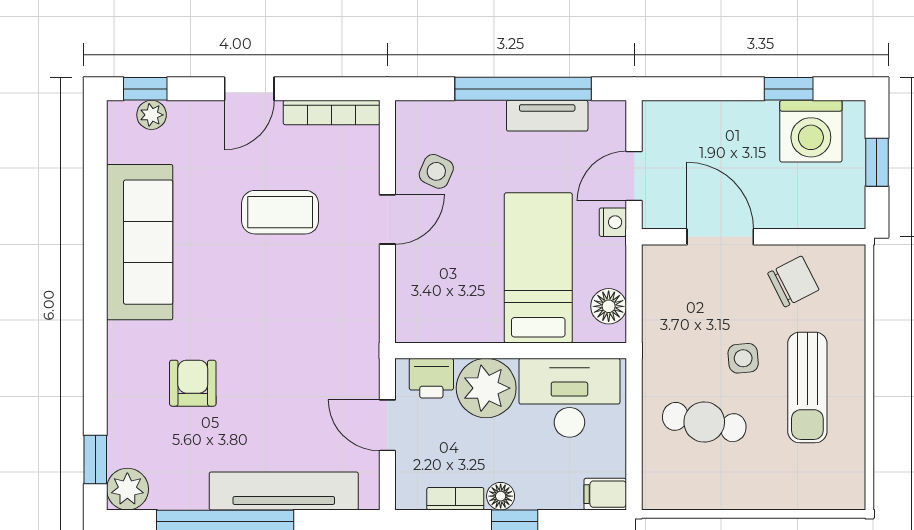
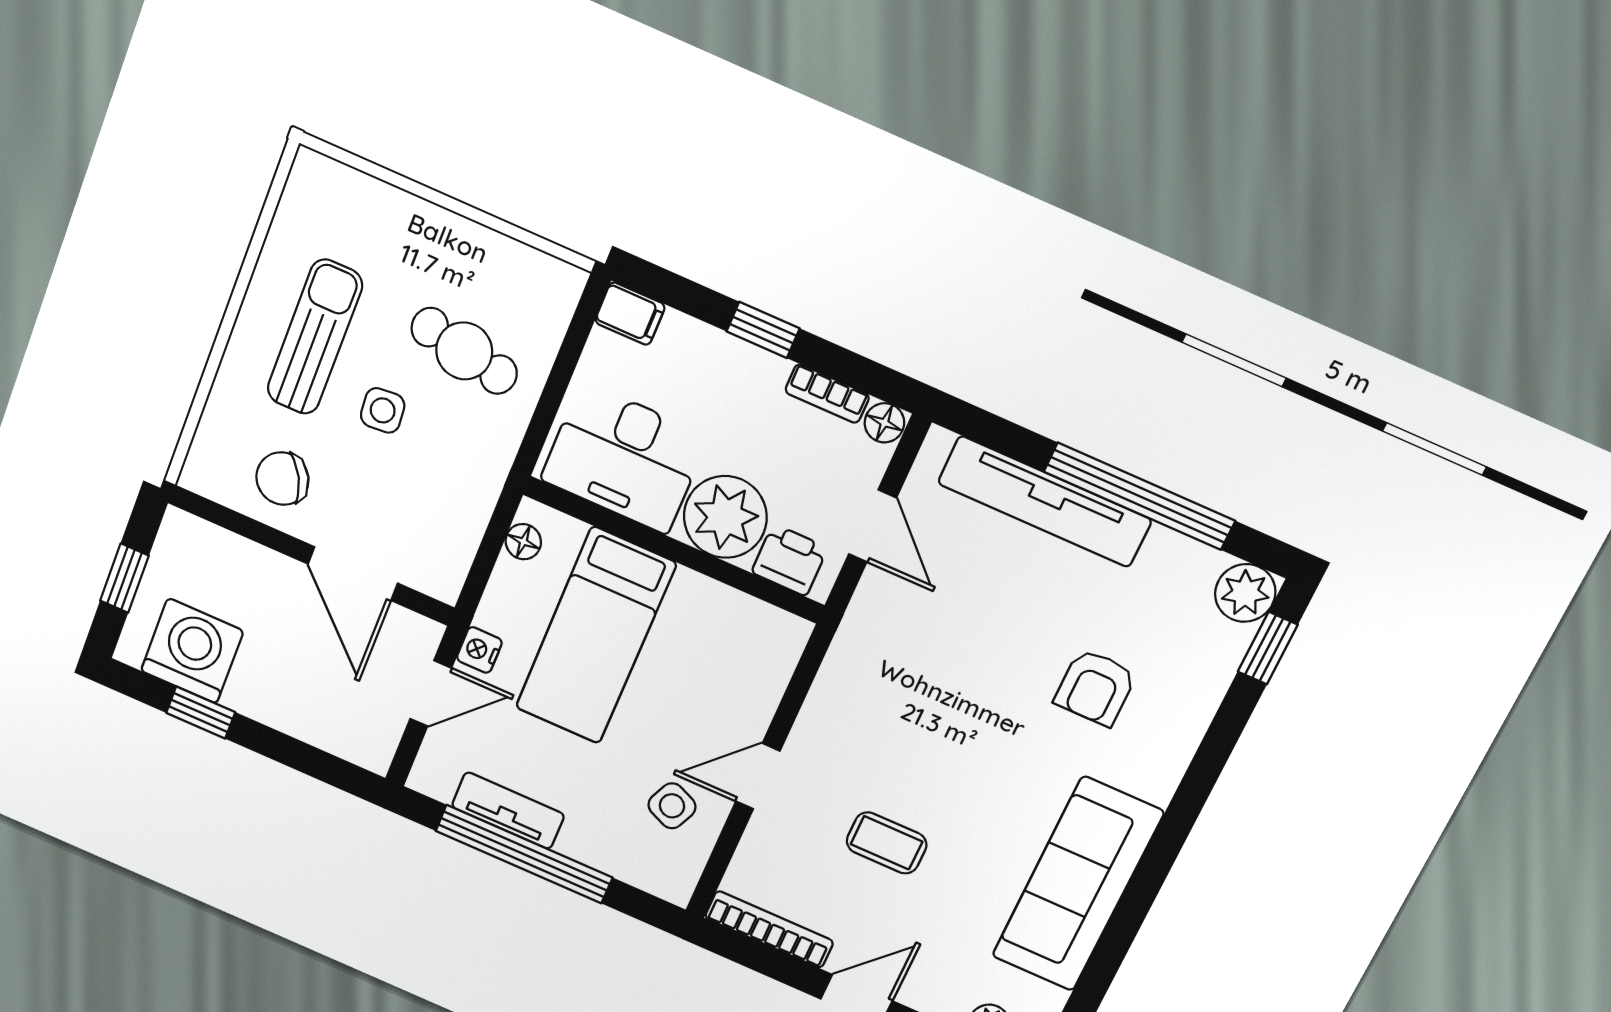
coffee table: (280, 212) -> (887, 843), width x0.73, depth x0.77
floor lamp: (609, 306) -> (523, 542), width x0.73, depth x0.73
floor lamp: (501, 496) -> (884, 423), moved

